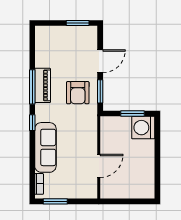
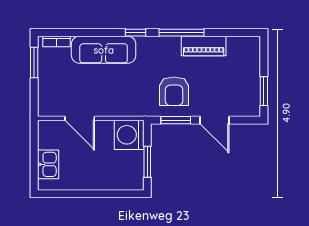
piano: (43, 85) -> (204, 46), moved
armchair: (78, 93) -> (174, 91), turned -90
washing machine: (143, 128) -> (129, 135), moved, turned -90
kitchen sink: (134, 191) -> (48, 164), added

